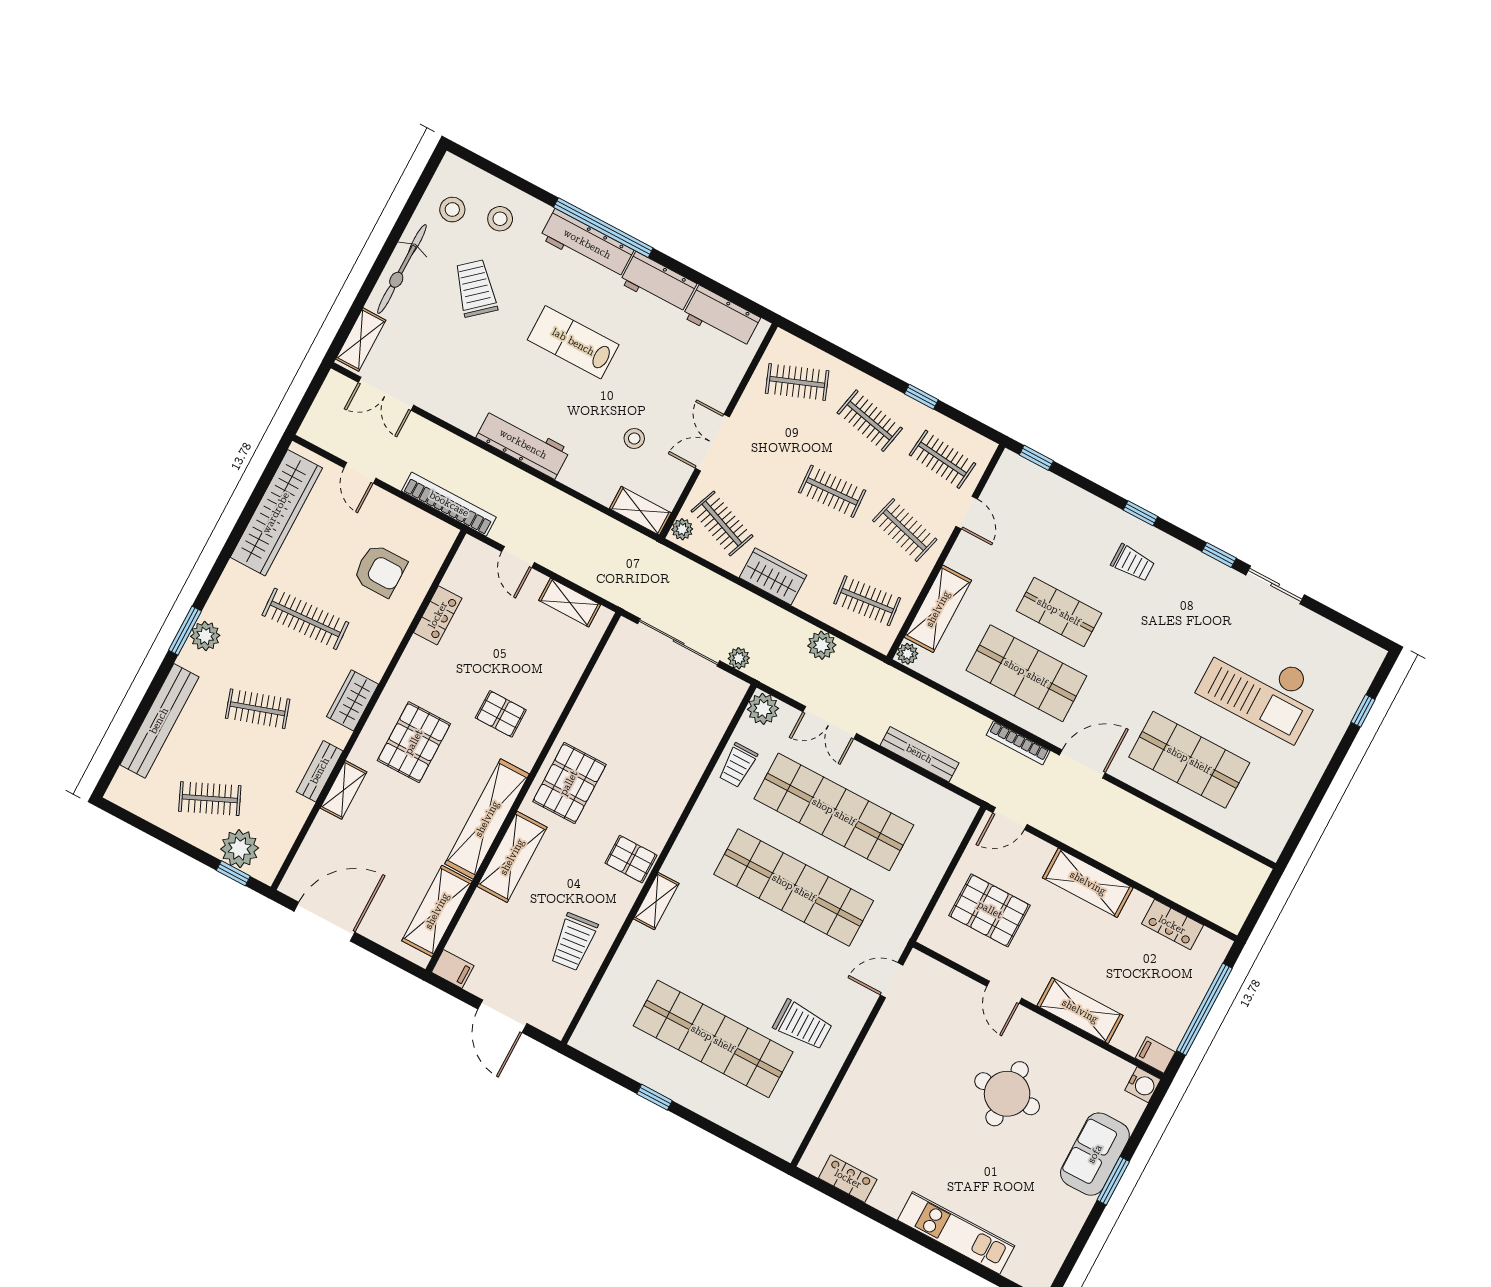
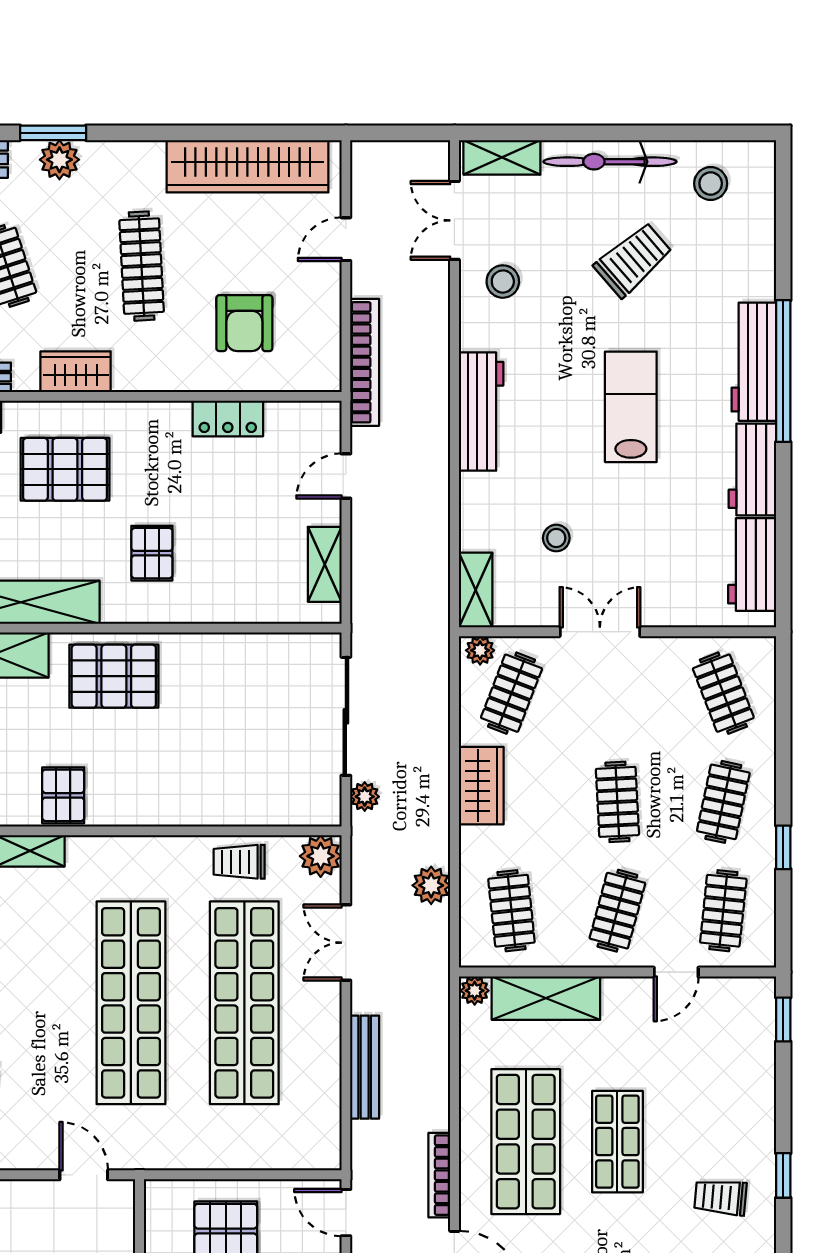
stool: (500, 219) -> (503, 282), moved
trolley: (1133, 563) -> (720, 1197), turned 95

